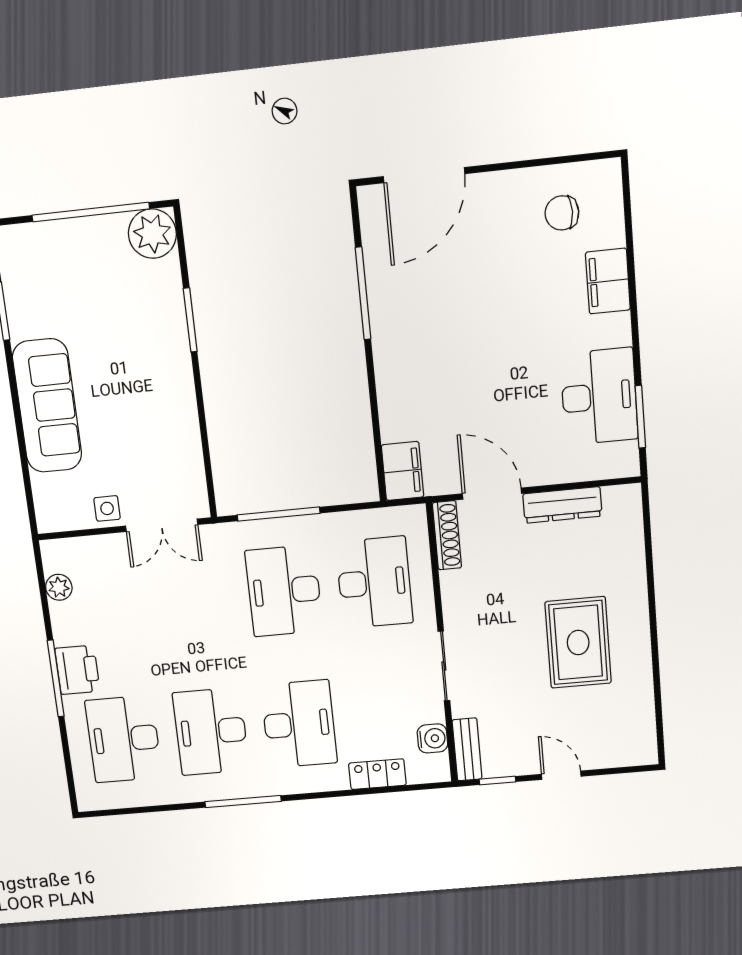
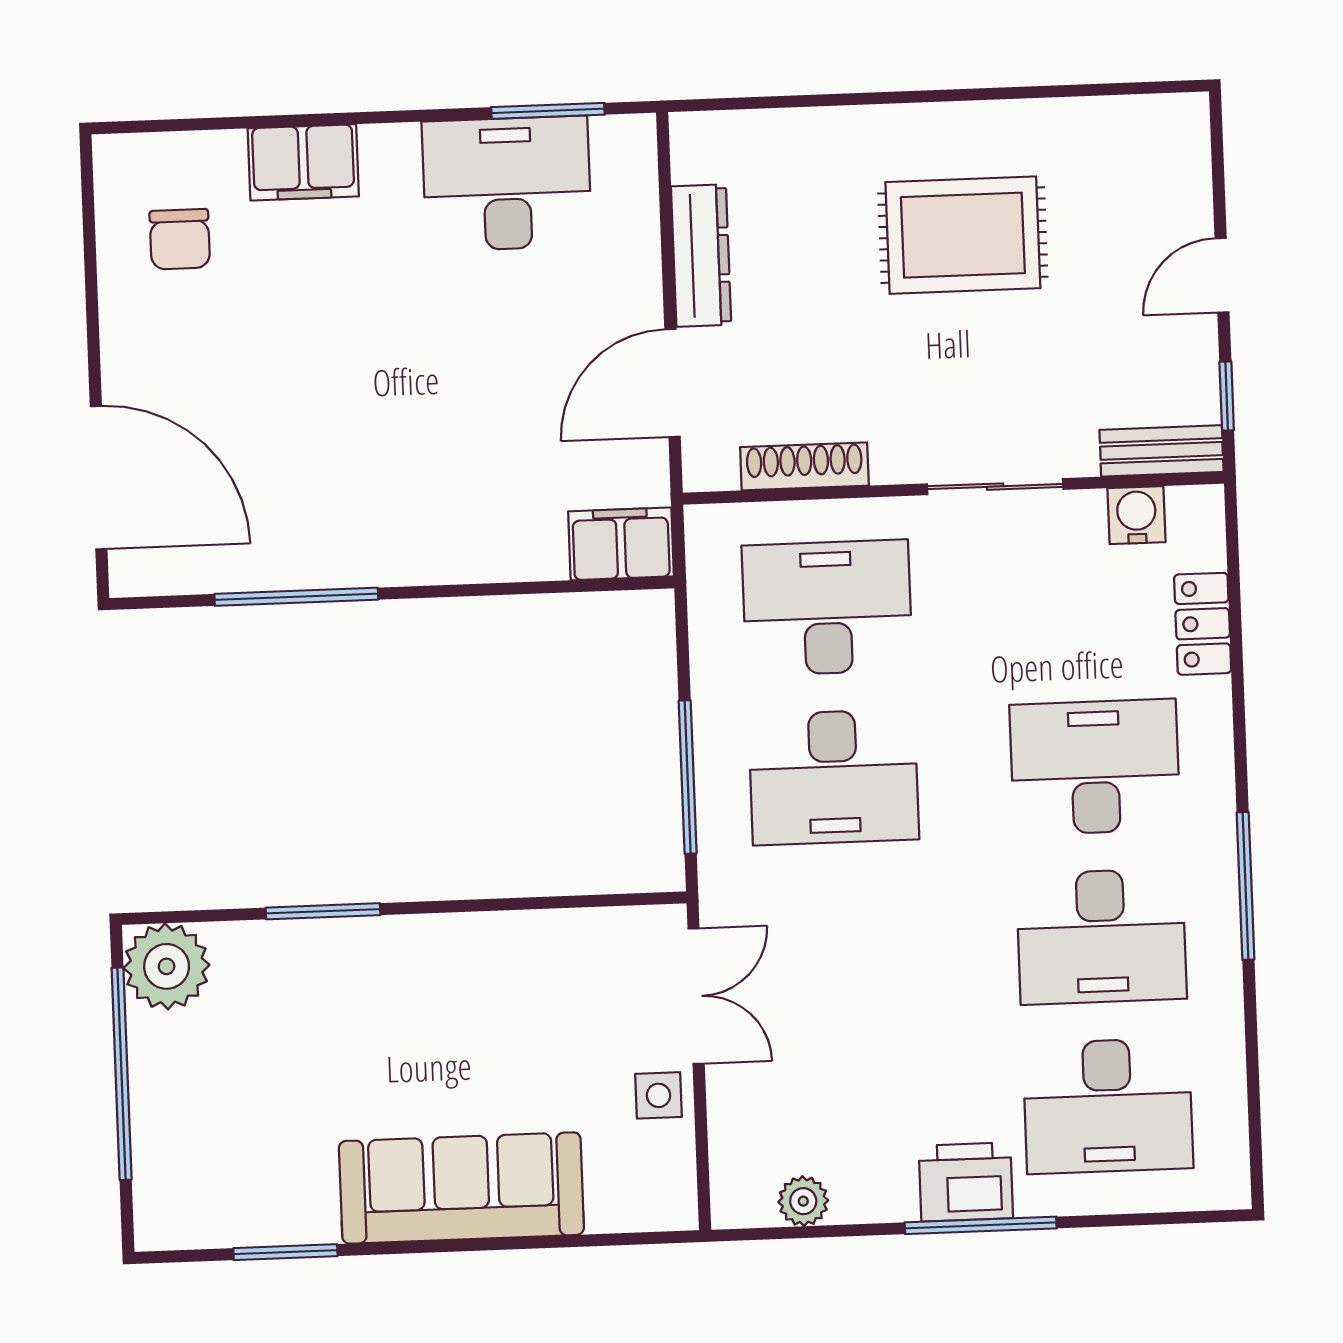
shoe rack: (447, 535) -> (804, 466), moved

